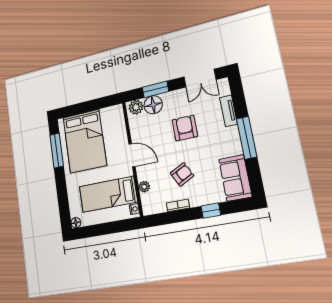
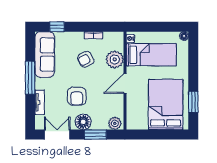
floor lamp: (153, 105) -> (83, 122), moved
window: (57, 151) -> (193, 102), width x0.69
door: (132, 155) -> (125, 83), hinge flipped
sofa: (235, 178) -> (45, 55), width x1.36
plant: (144, 187) -> (115, 59), width x1.88, depth x1.88
window: (211, 211) -> (57, 27), moved

